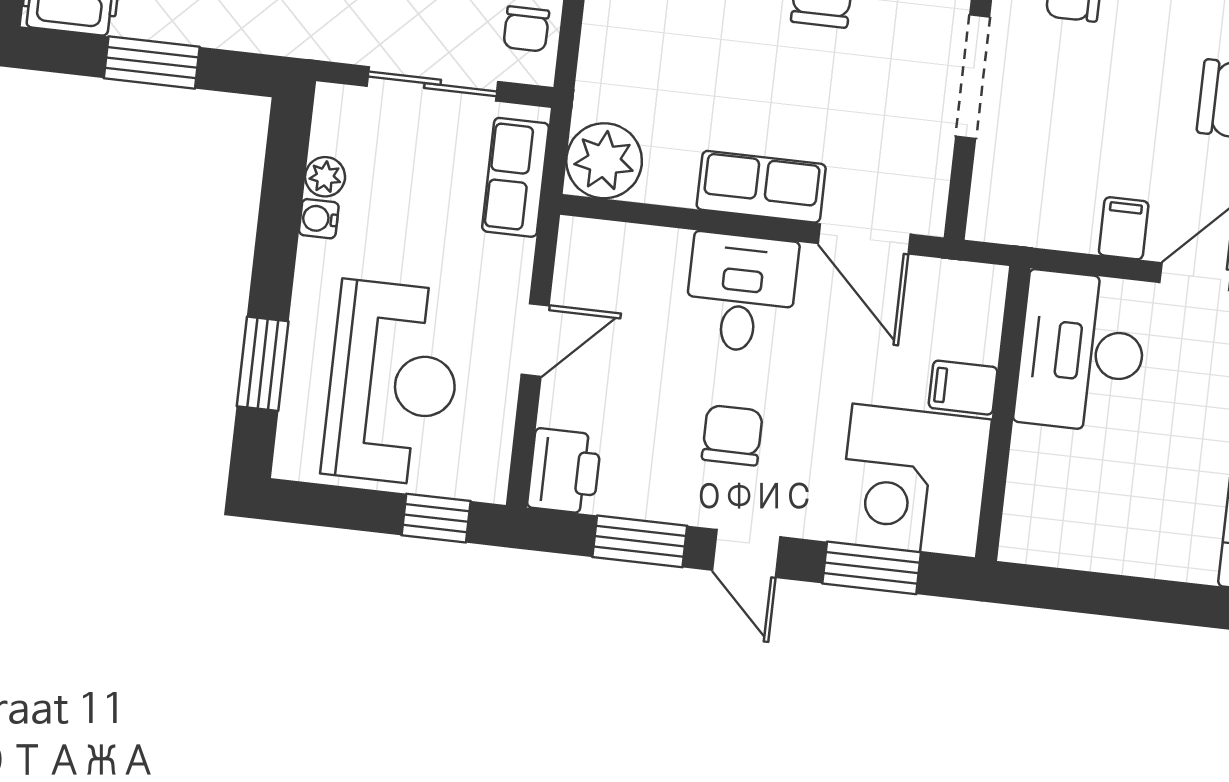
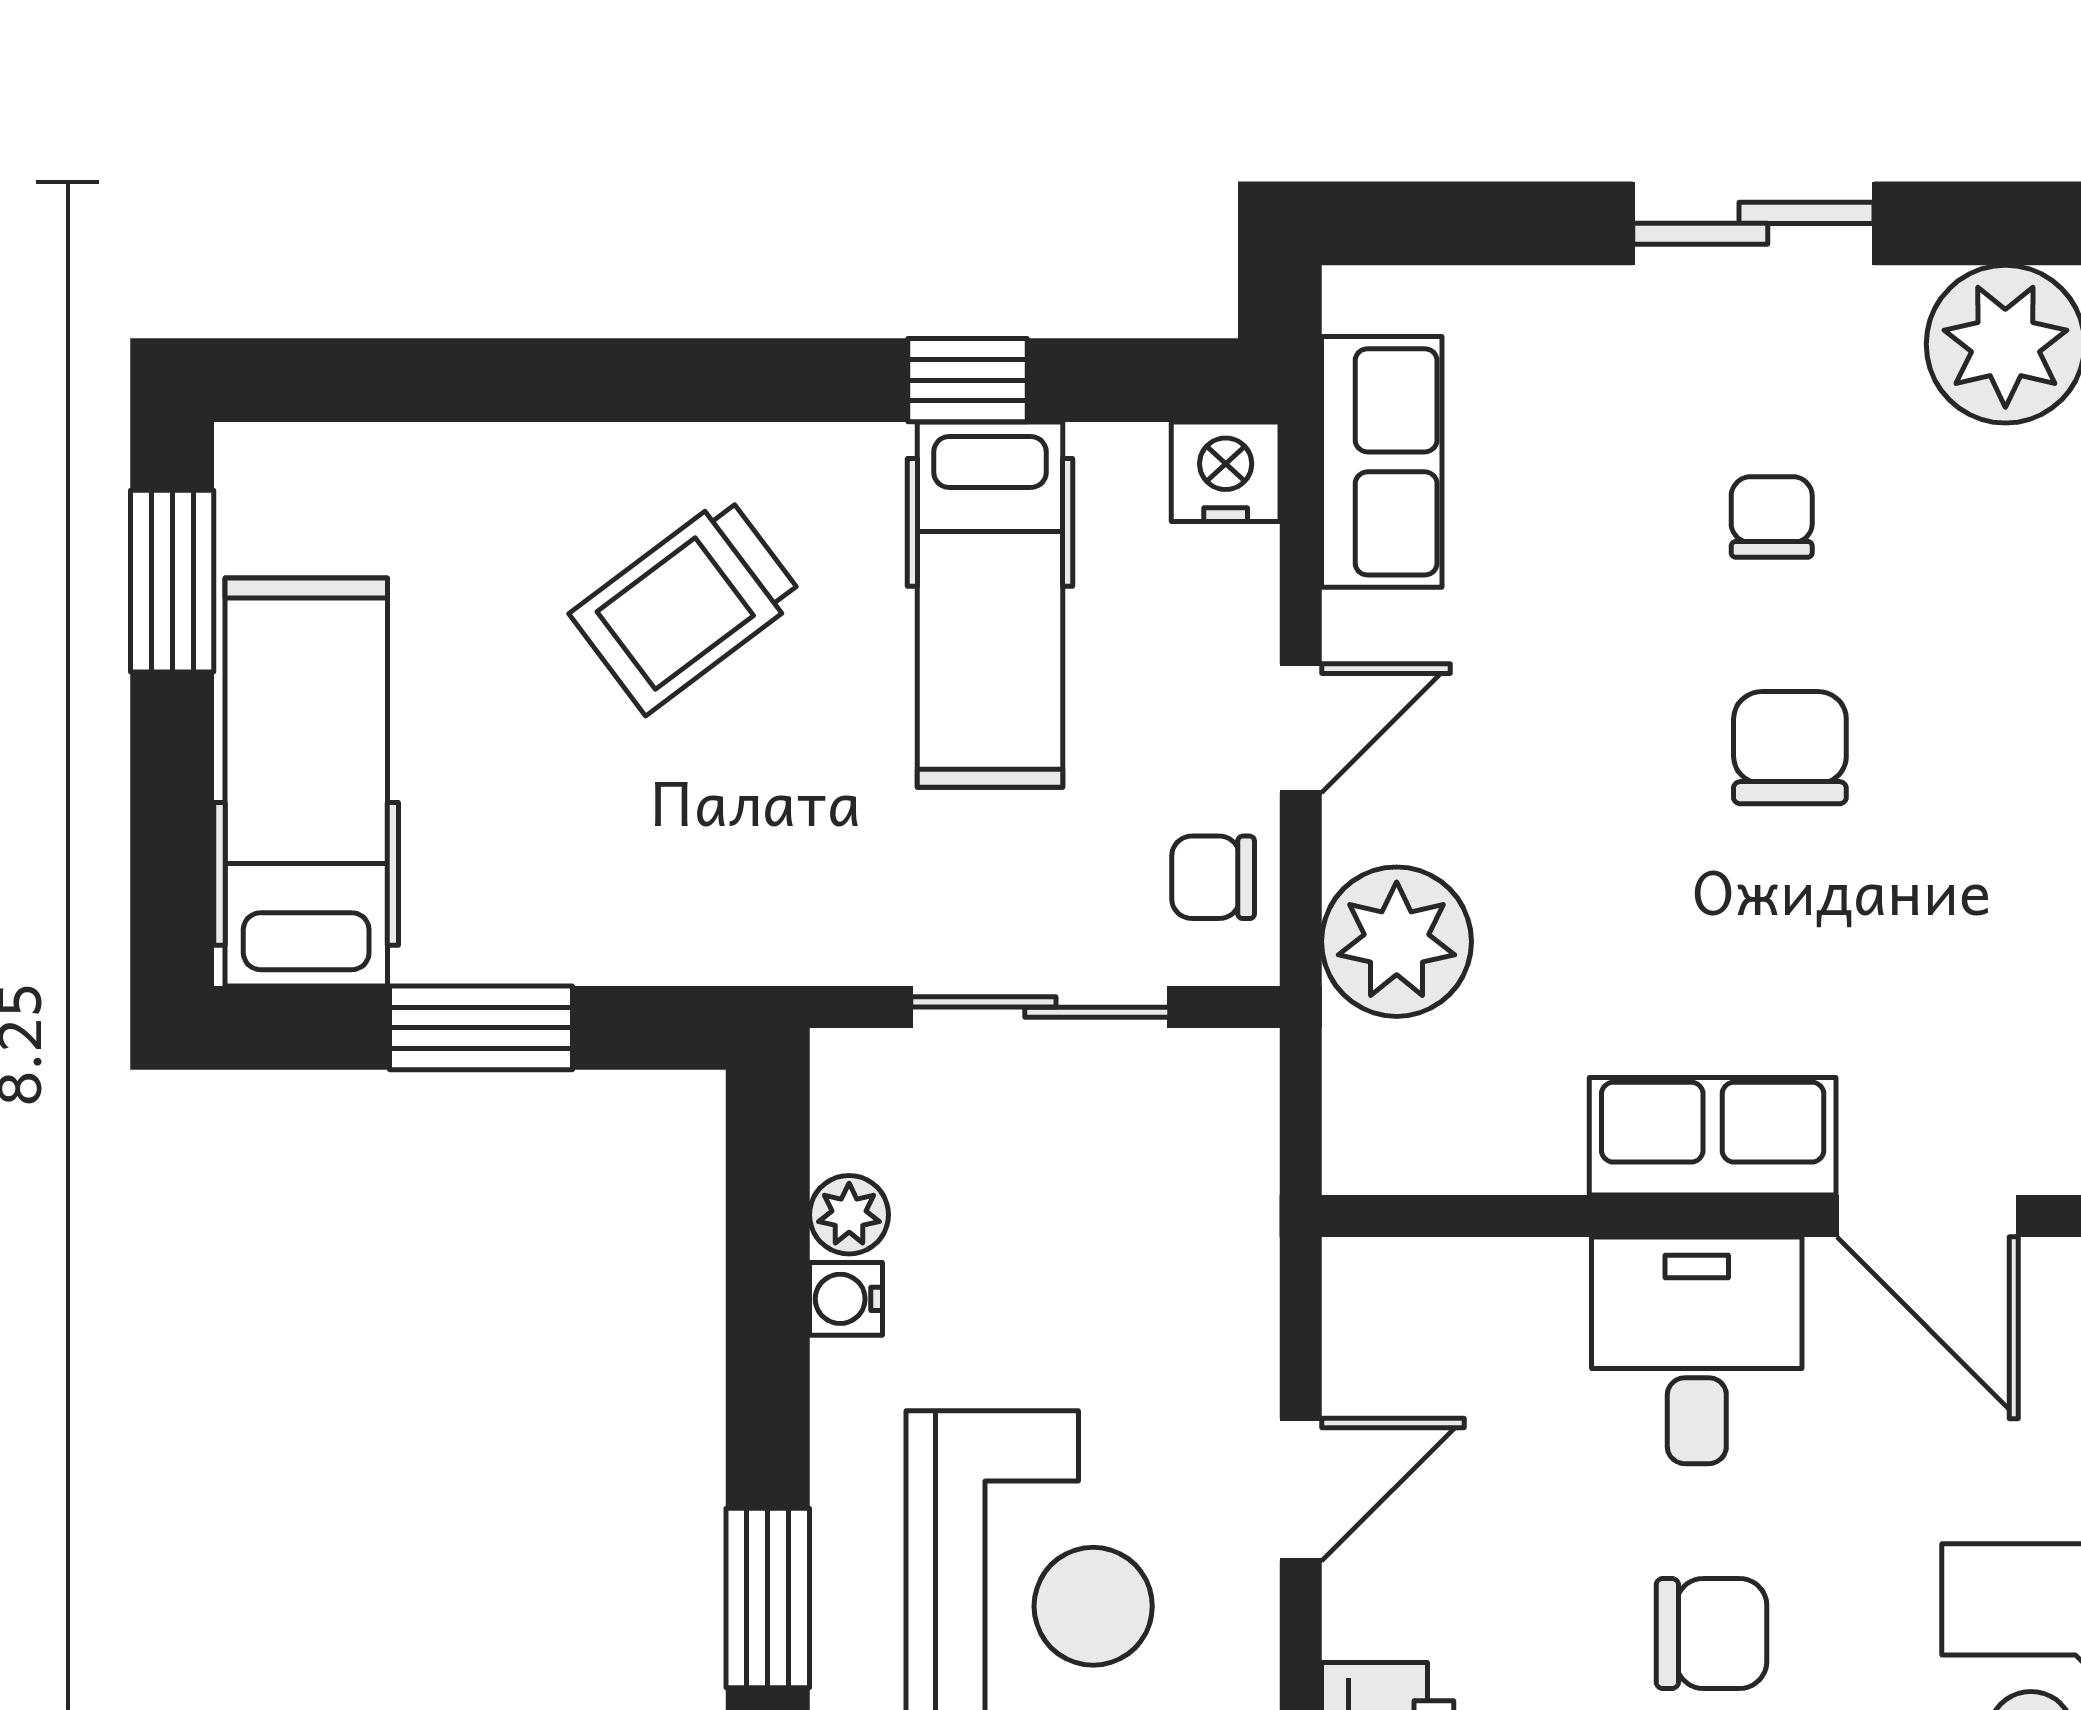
chair: (526, 29) -> (1213, 877), turned 90
plant: (604, 161) -> (1397, 942), moved
row of seats: (516, 177) -> (1225, 1173), removed
chair: (732, 435) -> (1711, 1633), turned 90

